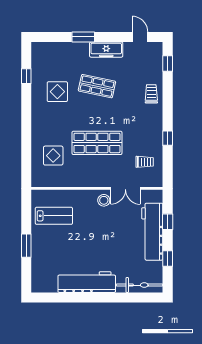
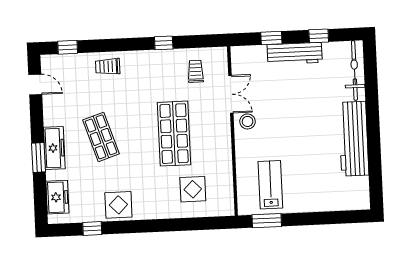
door: (140, 37) -> (35, 85), swing flipped
freezer: (52, 50) -> (57, 197), added
freezer: (106, 50) -> (54, 148), moved
shop shelf: (97, 86) -> (101, 137), turned -30
display table: (57, 92) -> (118, 205), moved
workbench: (152, 232) -> (295, 53), width x0.73, depth x0.76
window: (26, 246) -> (267, 221), moved

